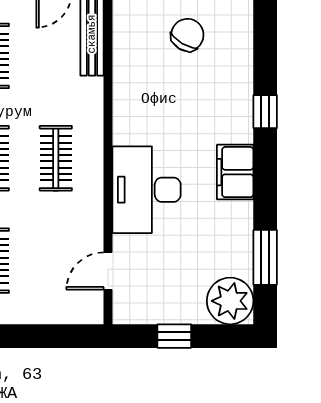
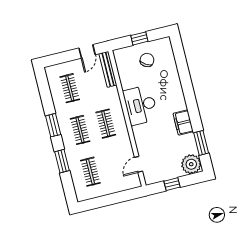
window: (265, 112) -> (186, 83), removed
filing cabinet: (235, 172) -> (183, 122), moved
desk: (147, 190) -> (140, 105), moved

